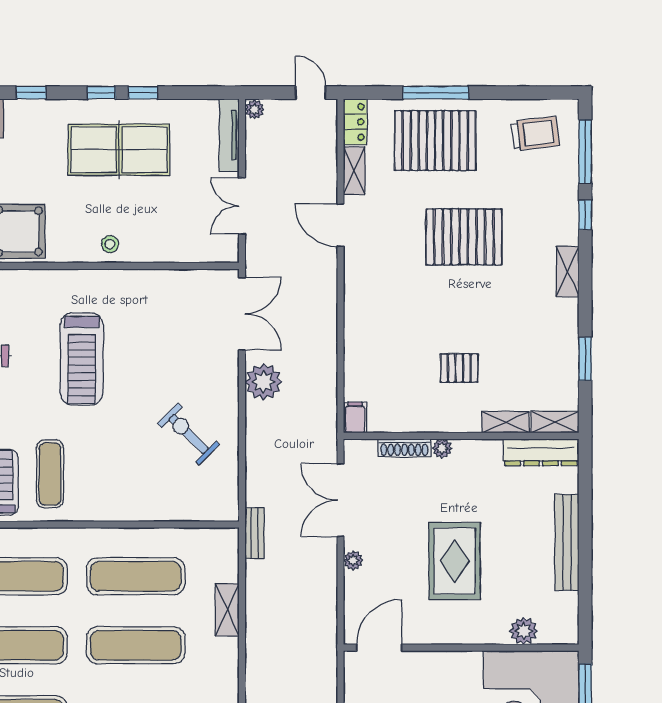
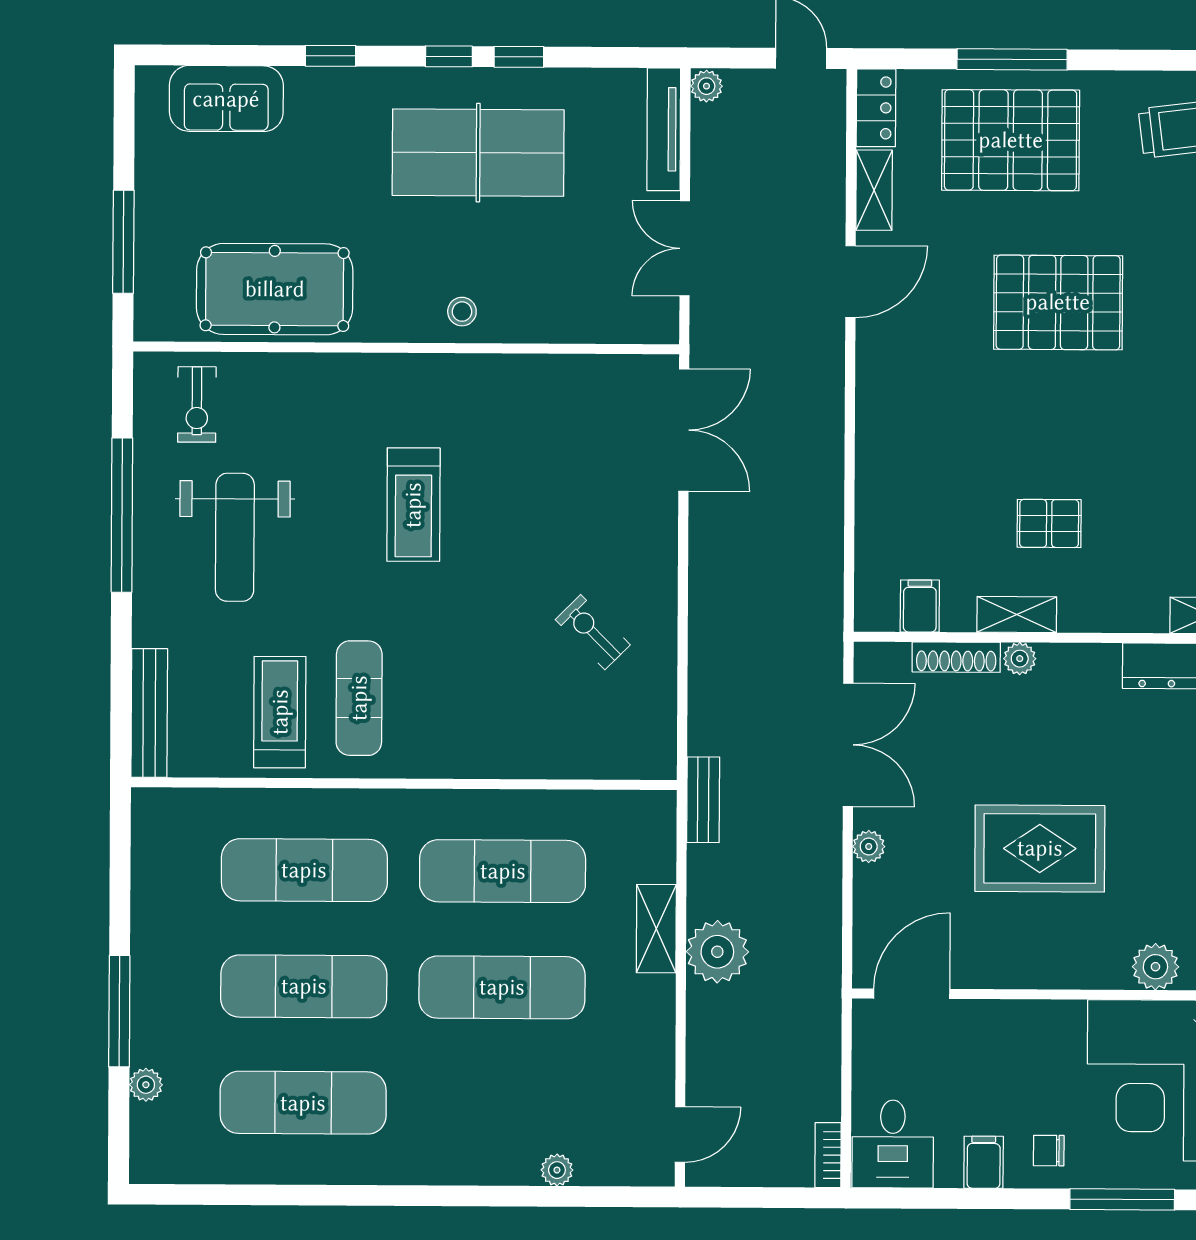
door: (341, 225) -> (851, 282), swing flipped
treadmill: (82, 359) -> (413, 505), width x0.73, depth x0.73
plant: (264, 382) -> (717, 952), moved
filing cabinet: (355, 417) -> (920, 606), moved
shelving: (506, 422) -> (1017, 615), moved
exercise bike: (189, 434) -> (593, 632), width x0.73, depth x0.72
double door: (341, 500) -> (848, 745), swing flipped
rug: (455, 561) -> (1040, 848), turned 90

